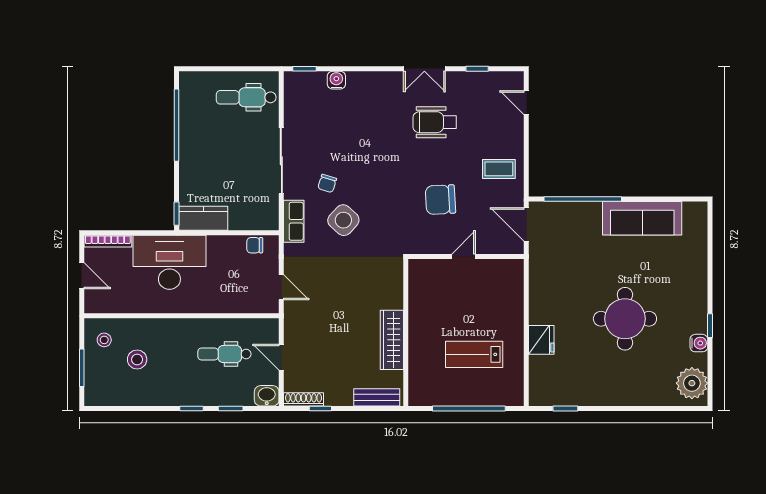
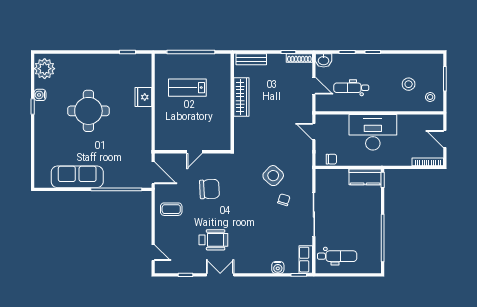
row of seats: (294, 221) -> (306, 260), moved
desk: (169, 262) -> (373, 132), moved, turned 180
dental chair: (224, 354) -> (351, 88), turned 180
lab bench: (474, 354) -> (187, 88), turned 180

